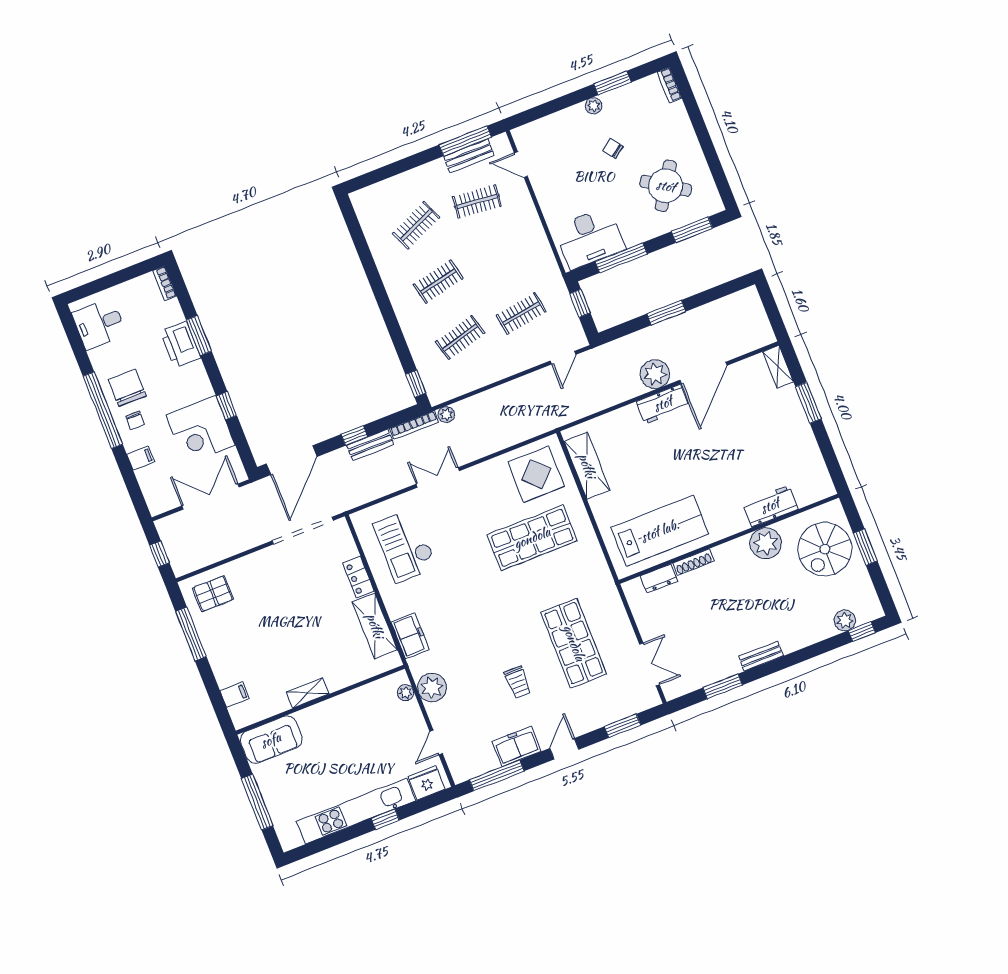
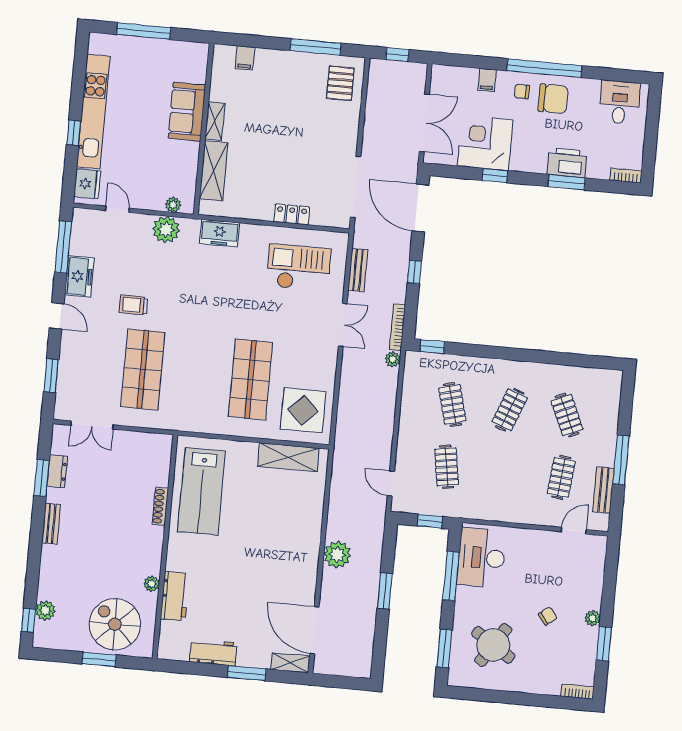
window: (465, 141) -> (621, 460), moved
clothes rail: (438, 281) -> (510, 410), turned 33
door: (703, 373) -> (314, 630), moved
workbench: (663, 404) -> (213, 652), moved, turned 90
bench: (370, 445) -> (358, 270), moved
plant: (766, 543) -> (152, 584), width x0.53, depth x0.53
dresser: (659, 579) -> (57, 471), moved, turned 180
shelving: (375, 626) -> (214, 171), moved, turned 90
shop shelf: (574, 643) -> (143, 369), turned 90
sofa: (271, 740) -> (187, 112), moved

